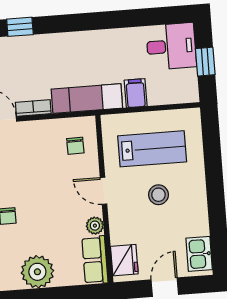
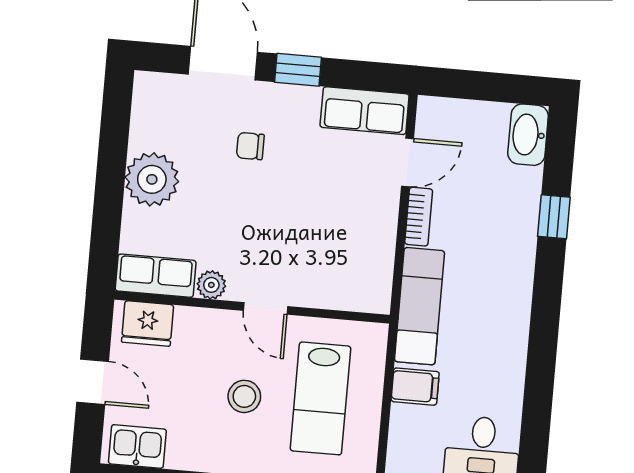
chair: (75, 146) -> (346, 275), removed
door: (104, 191) -> (266, 308), swing flipped

